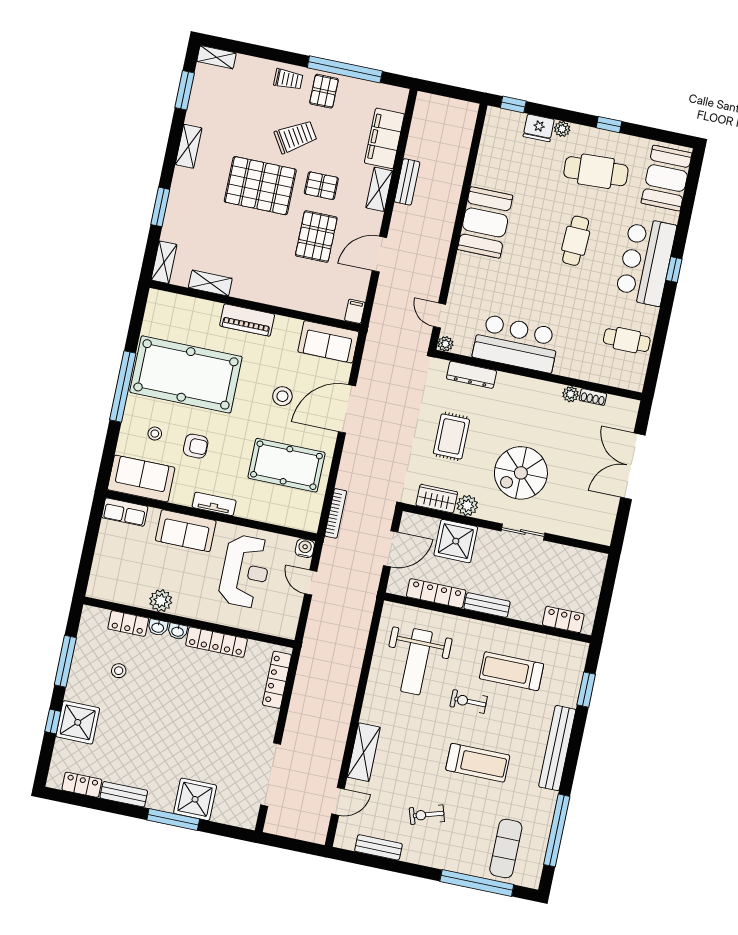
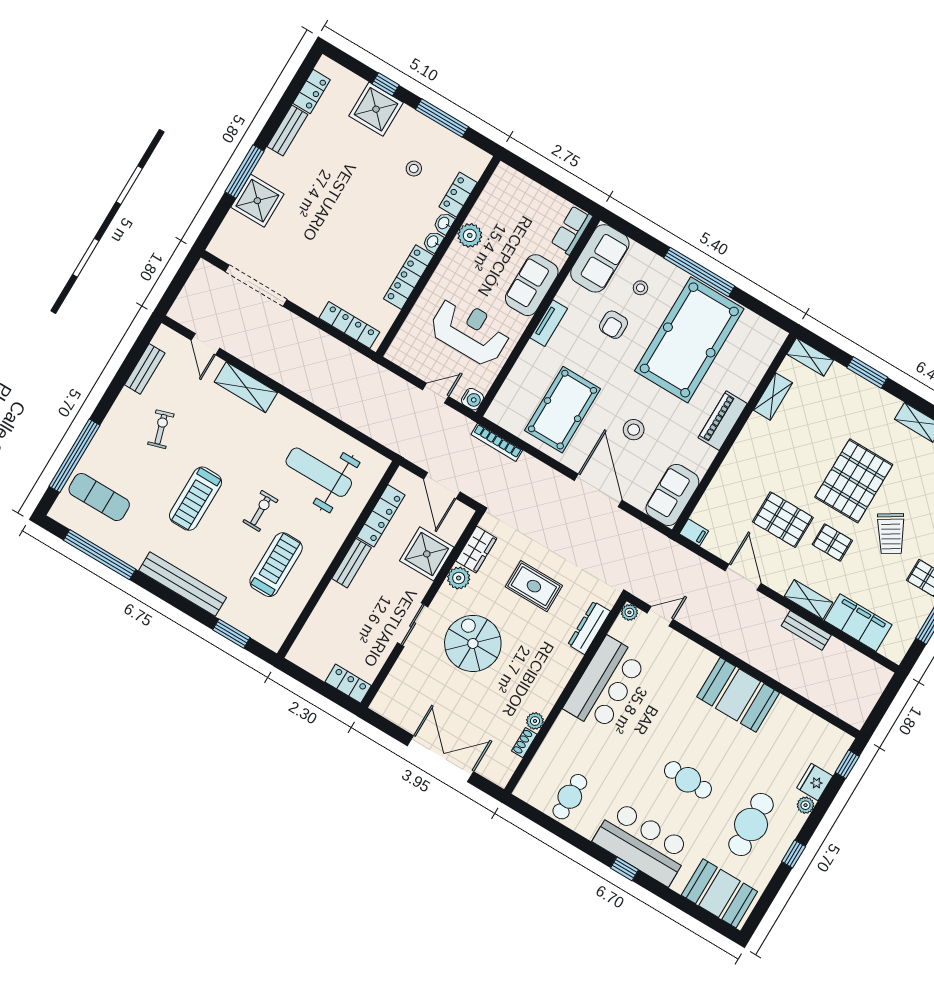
pallet: (321, 186) -> (832, 542), turned 90
reception desk: (245, 571) -> (470, 331), turned 180
locker: (563, 619) -> (348, 684), moved, turned -90

